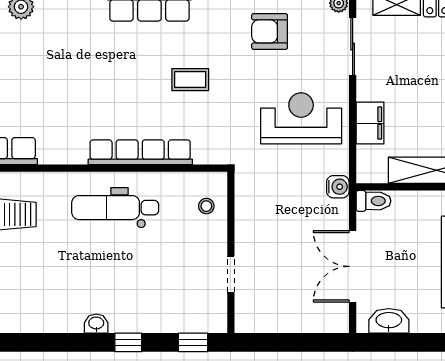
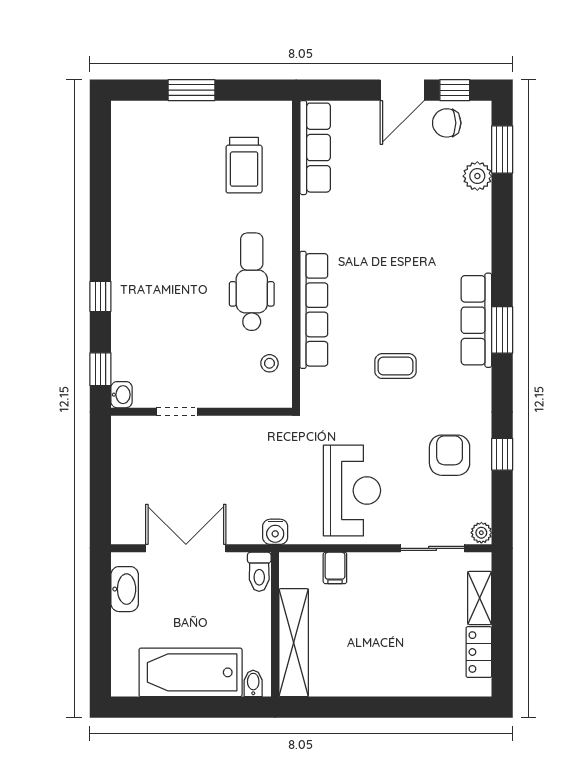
coffee table: (190, 80) -> (396, 366), turned 90
filing cabinet: (370, 123) -> (335, 568), width x0.50
stool: (206, 206) -> (269, 363), moved
washbasin: (96, 324) -> (122, 395), moved

